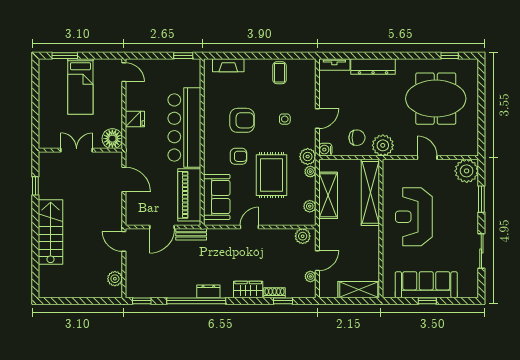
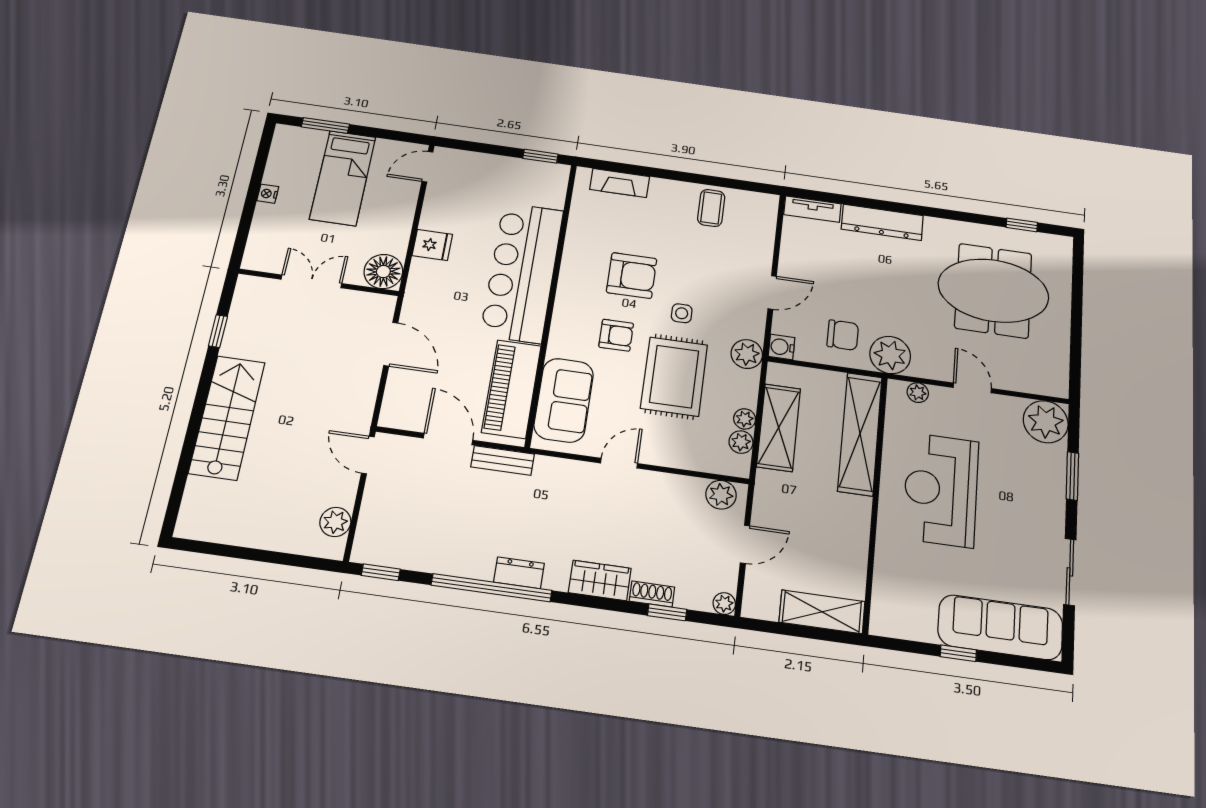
door: (124, 72) -> (427, 167), swing flipped
nightstand: (43, 102) -> (268, 194), added
side table: (285, 119) -> (682, 313), moved
plant: (399, 165) -> (918, 393), added
plant: (310, 172) -> (745, 419), moved
door: (162, 227) -> (448, 439), swing flipped
plant: (310, 276) -> (724, 604), moved
sofa: (426, 285) -> (1000, 627), moved

